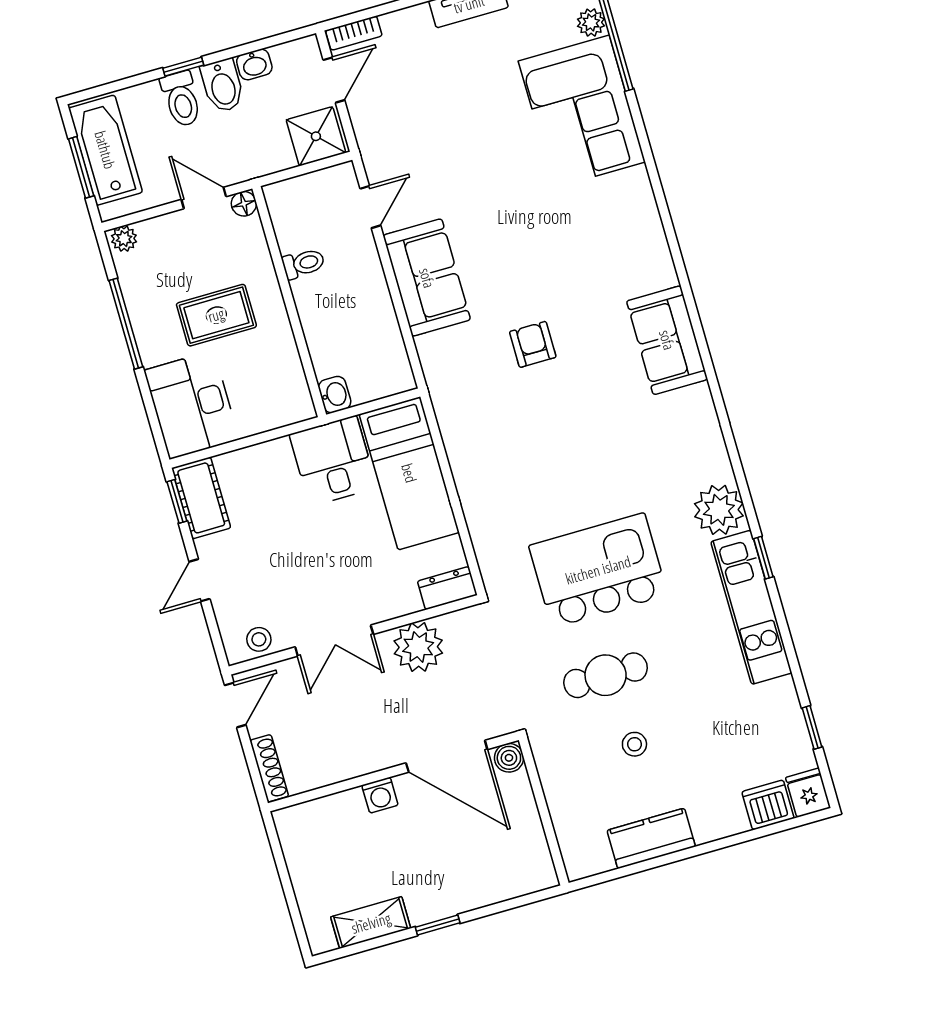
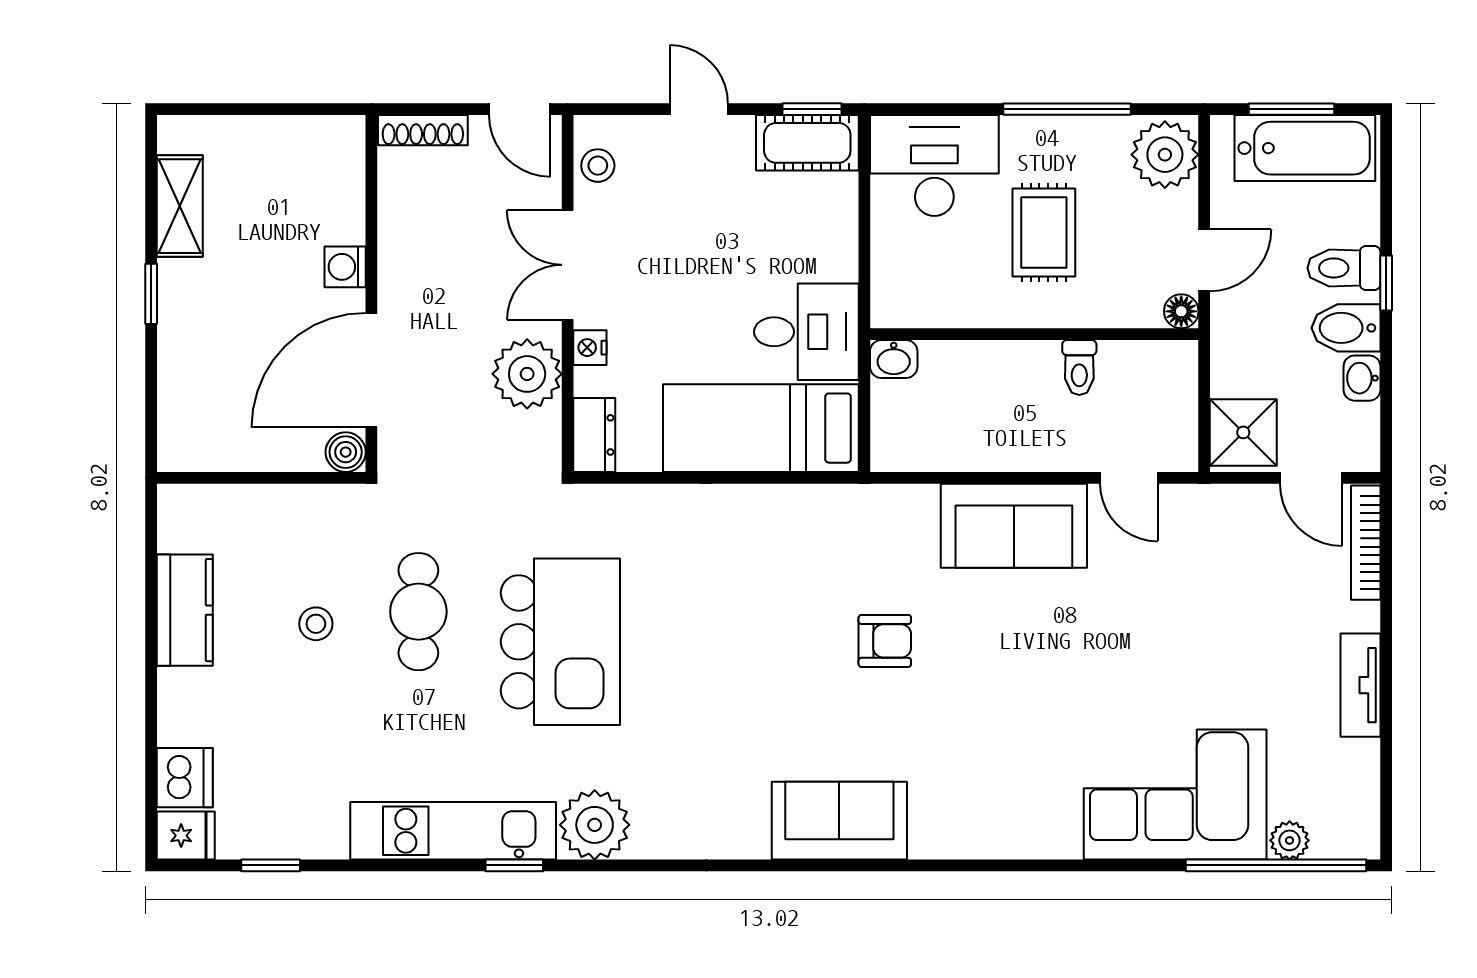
bookcase: (354, 33) -> (1366, 543), width x1.56
plant: (124, 239) -> (1165, 155), width x1.88, depth x1.88
nightstand: (387, 609) -> (590, 348), added

